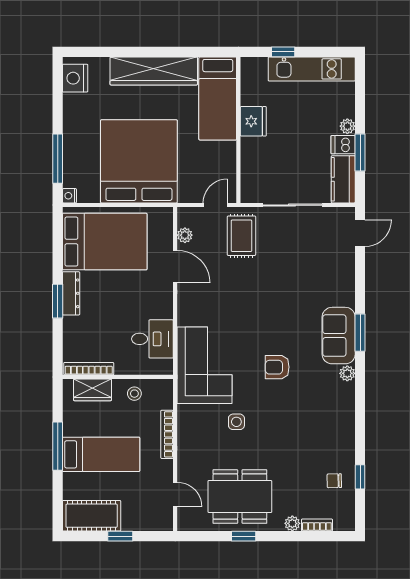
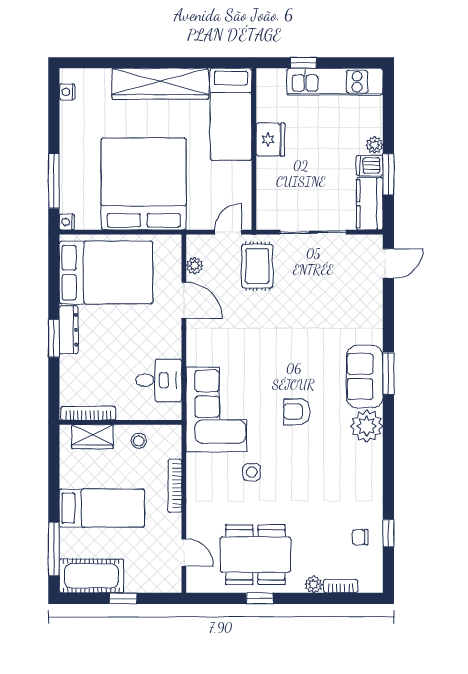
nightstand: (75, 78) -> (67, 92), width x0.53, depth x0.56
plant: (347, 373) -> (367, 426), width x1.88, depth x1.88
window: (58, 446) -> (54, 549), moved

